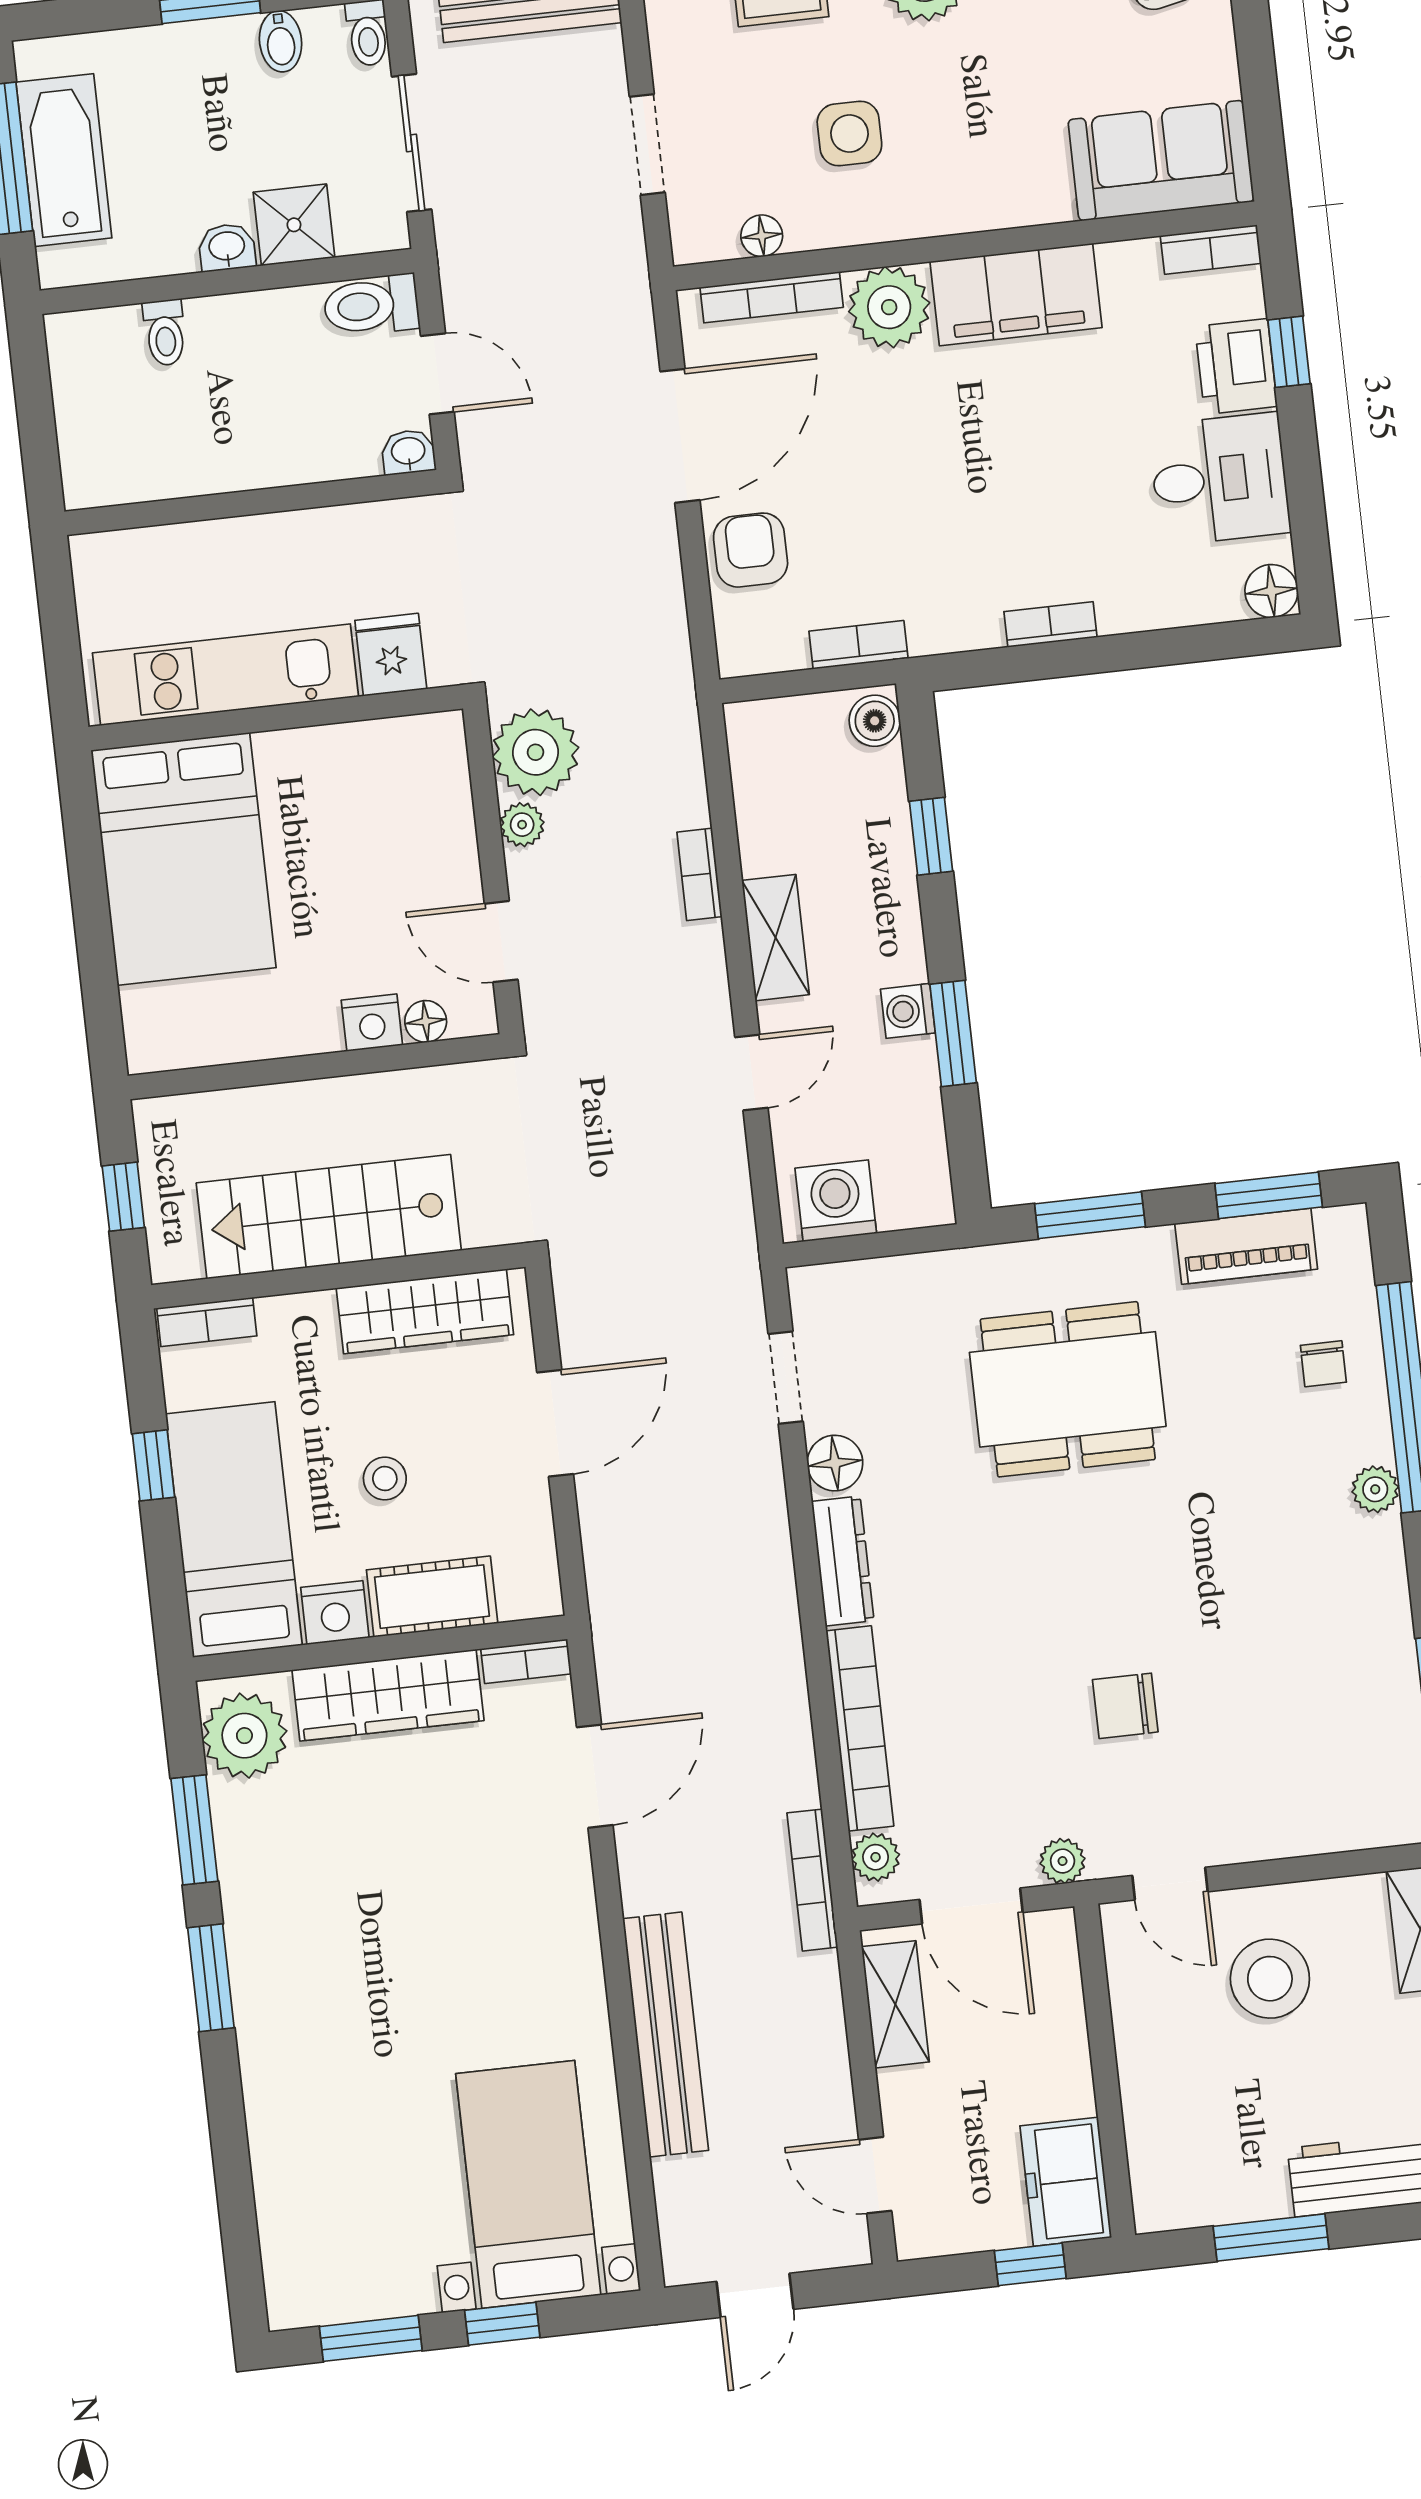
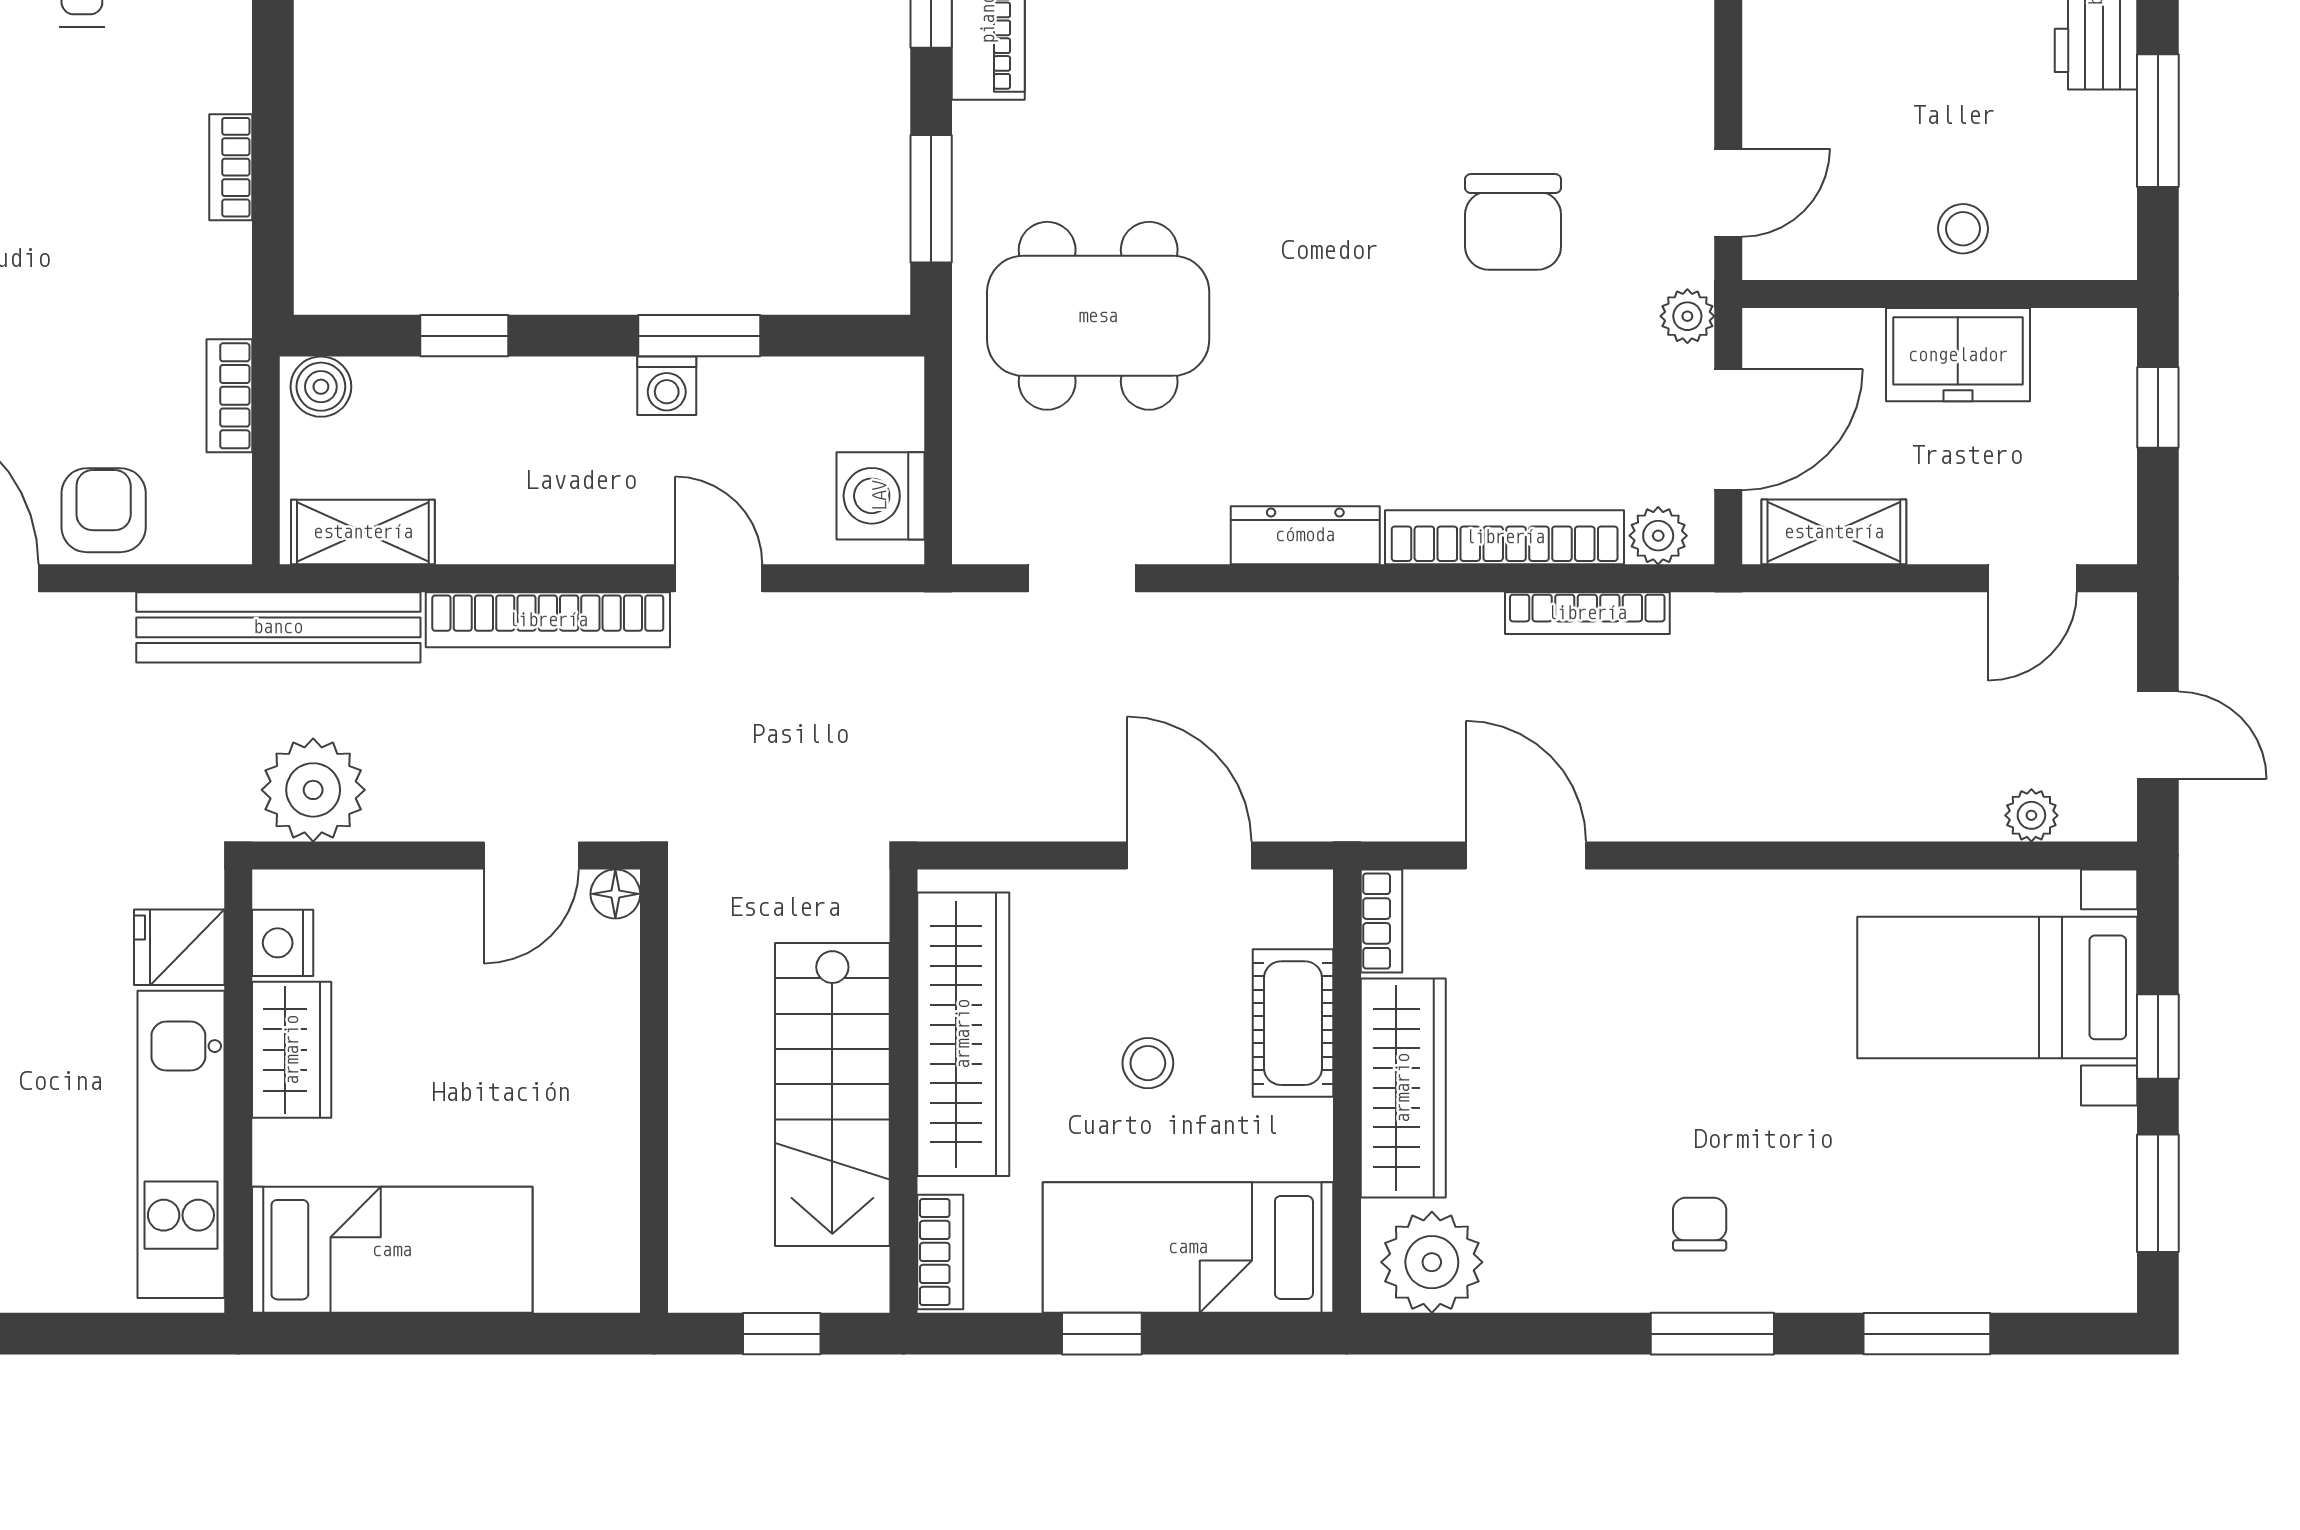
armchair: (751, 550) -> (104, 510), turned 90
wardrobe: (315, 759) -> (292, 1050), added
plant: (522, 825) -> (2031, 815), moved
bed: (184, 859) -> (392, 1250), width x0.67
bookcase: (699, 874) -> (548, 620), width x2.31, depth x1.31
shelving: (775, 938) -> (363, 532), moved
floor lamp: (426, 1021) -> (615, 894), moved
nightstand: (372, 1023) -> (283, 943), moved, turned 180
wardrobe: (425, 1311) -> (963, 1034), width x1.40, depth x1.17
dining table: (1068, 1389) -> (1098, 316), moved, turned 90
door: (555, 1423) -> (1189, 855), moved
floor lamp: (835, 1463) -> (1189, 531), removed
nightstand: (335, 1613) -> (1299, 1140), removed
chair: (1125, 1706) -> (1513, 222), width x1.37, depth x1.37
window: (194, 1830) -> (1927, 1334), moved
bookcase: (812, 1880) -> (1587, 613), moved
chair: (302, 1957) -> (1700, 1224), added
stool: (1270, 1979) -> (1963, 229), moved, width x0.53, depth x0.53
bench: (666, 2035) -> (278, 627), moved
freezer: (1066, 2182) -> (1958, 355), moved

